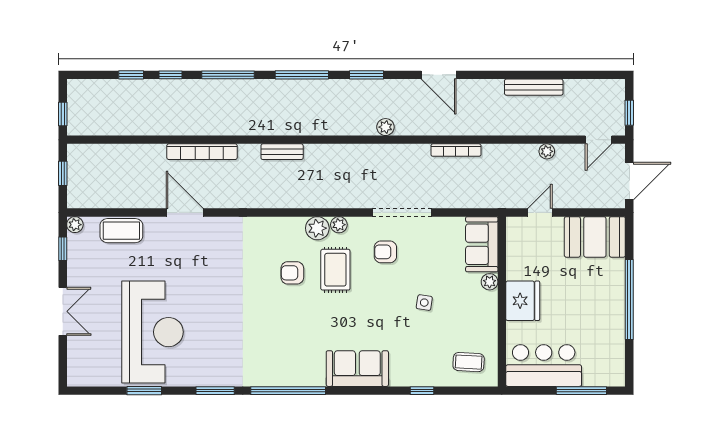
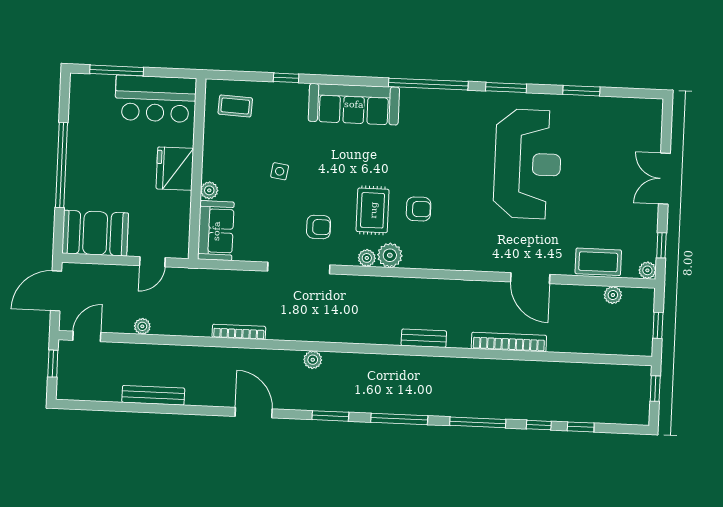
plant: (106, 200) -> (613, 295), added
reception desk: (153, 332) -> (528, 164), moved, turned 180
sofa: (357, 369) -> (354, 104), width x1.36

